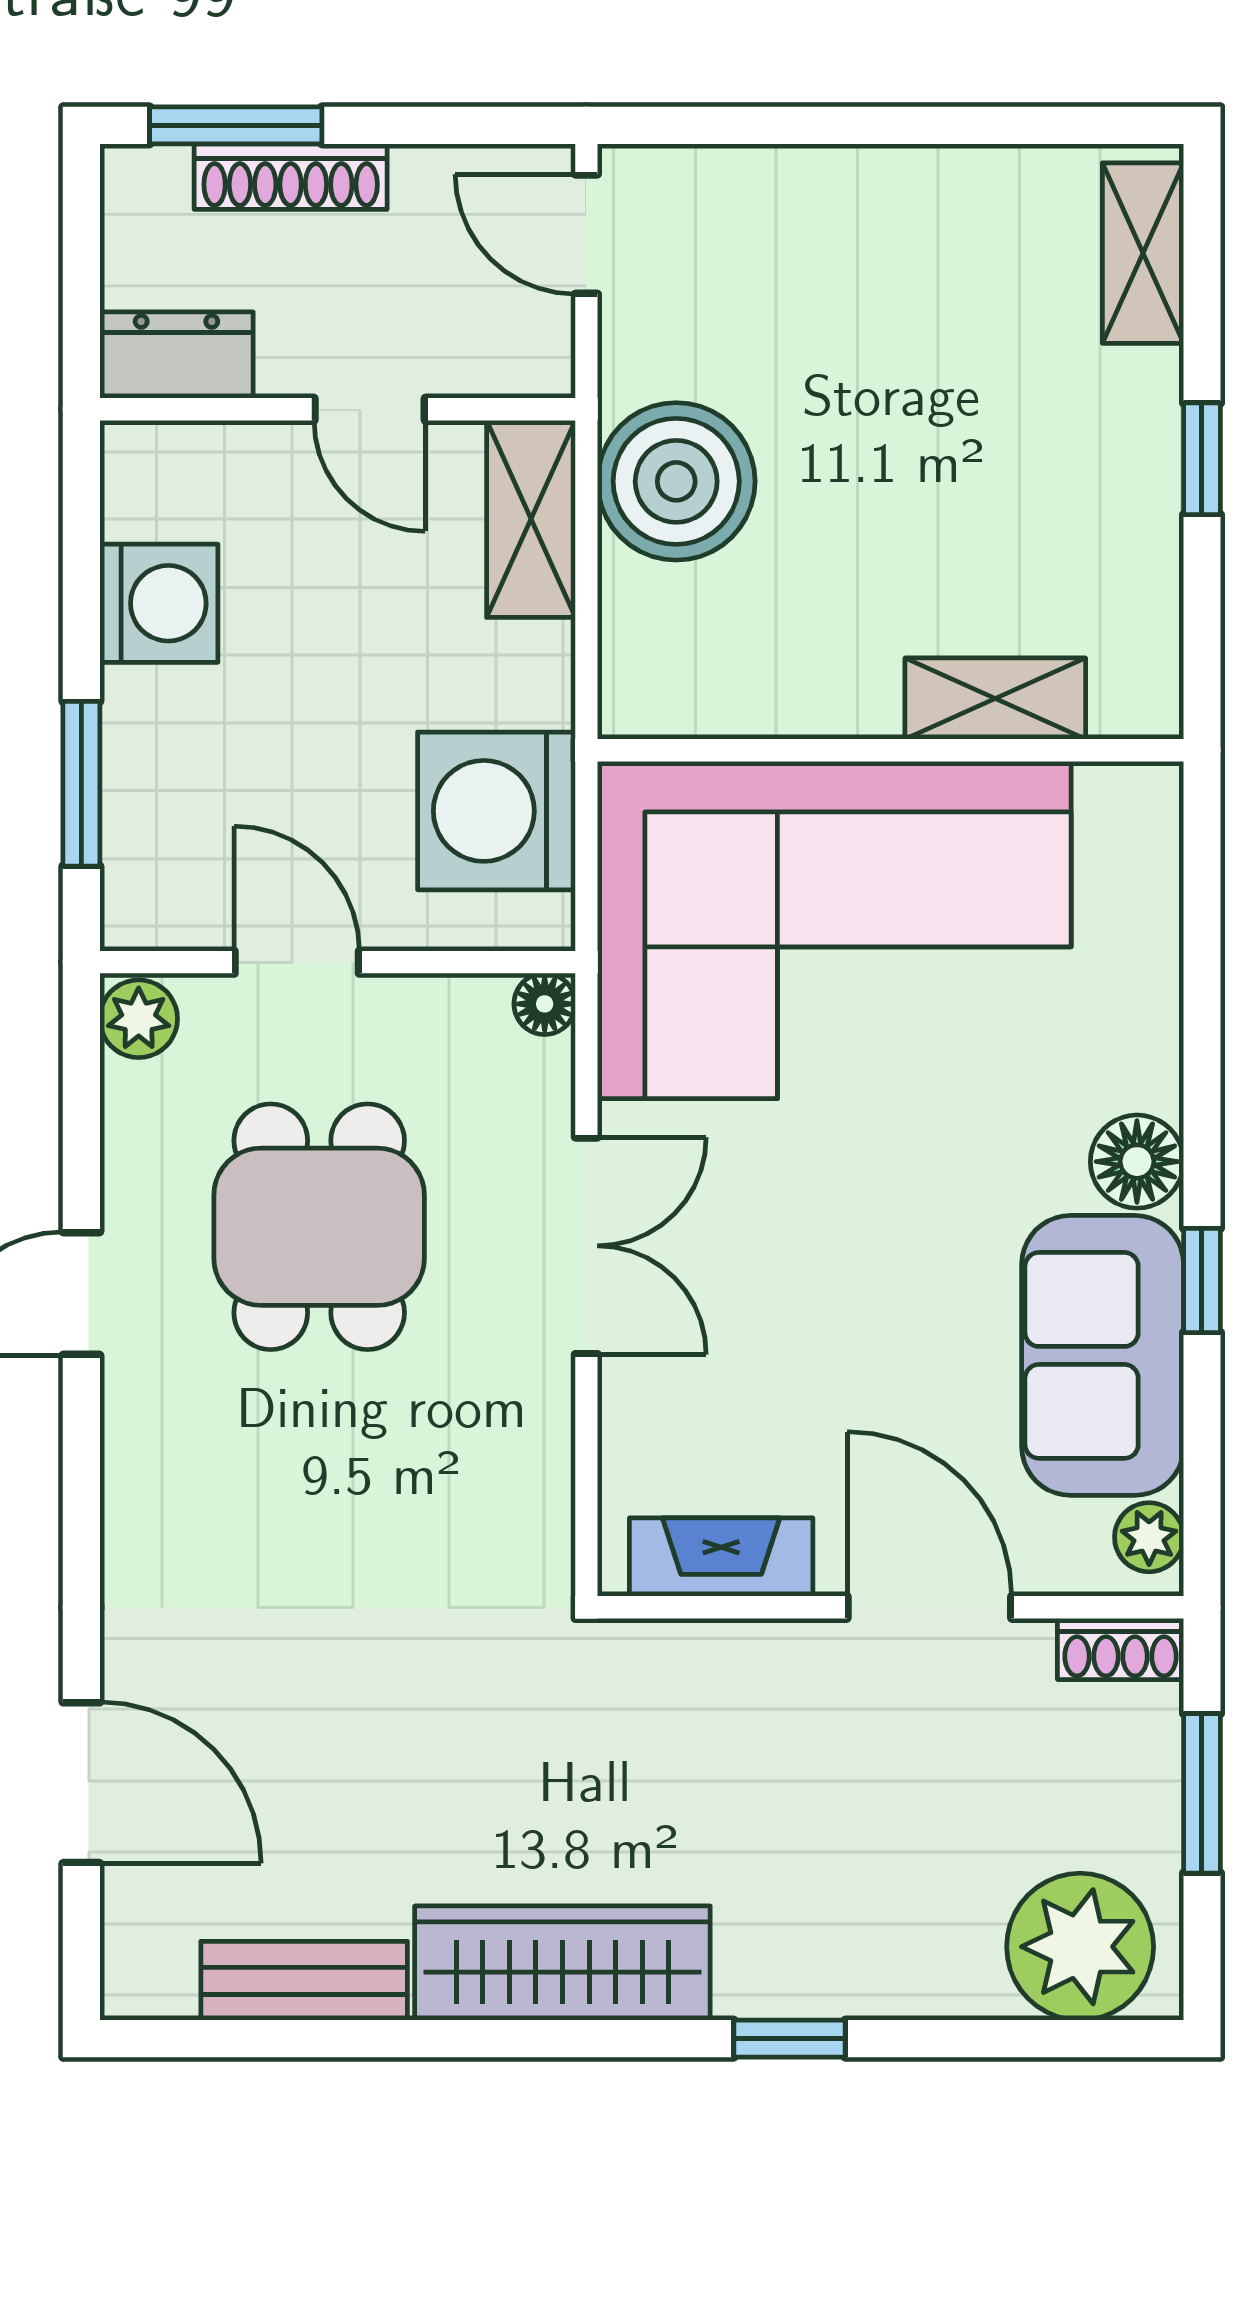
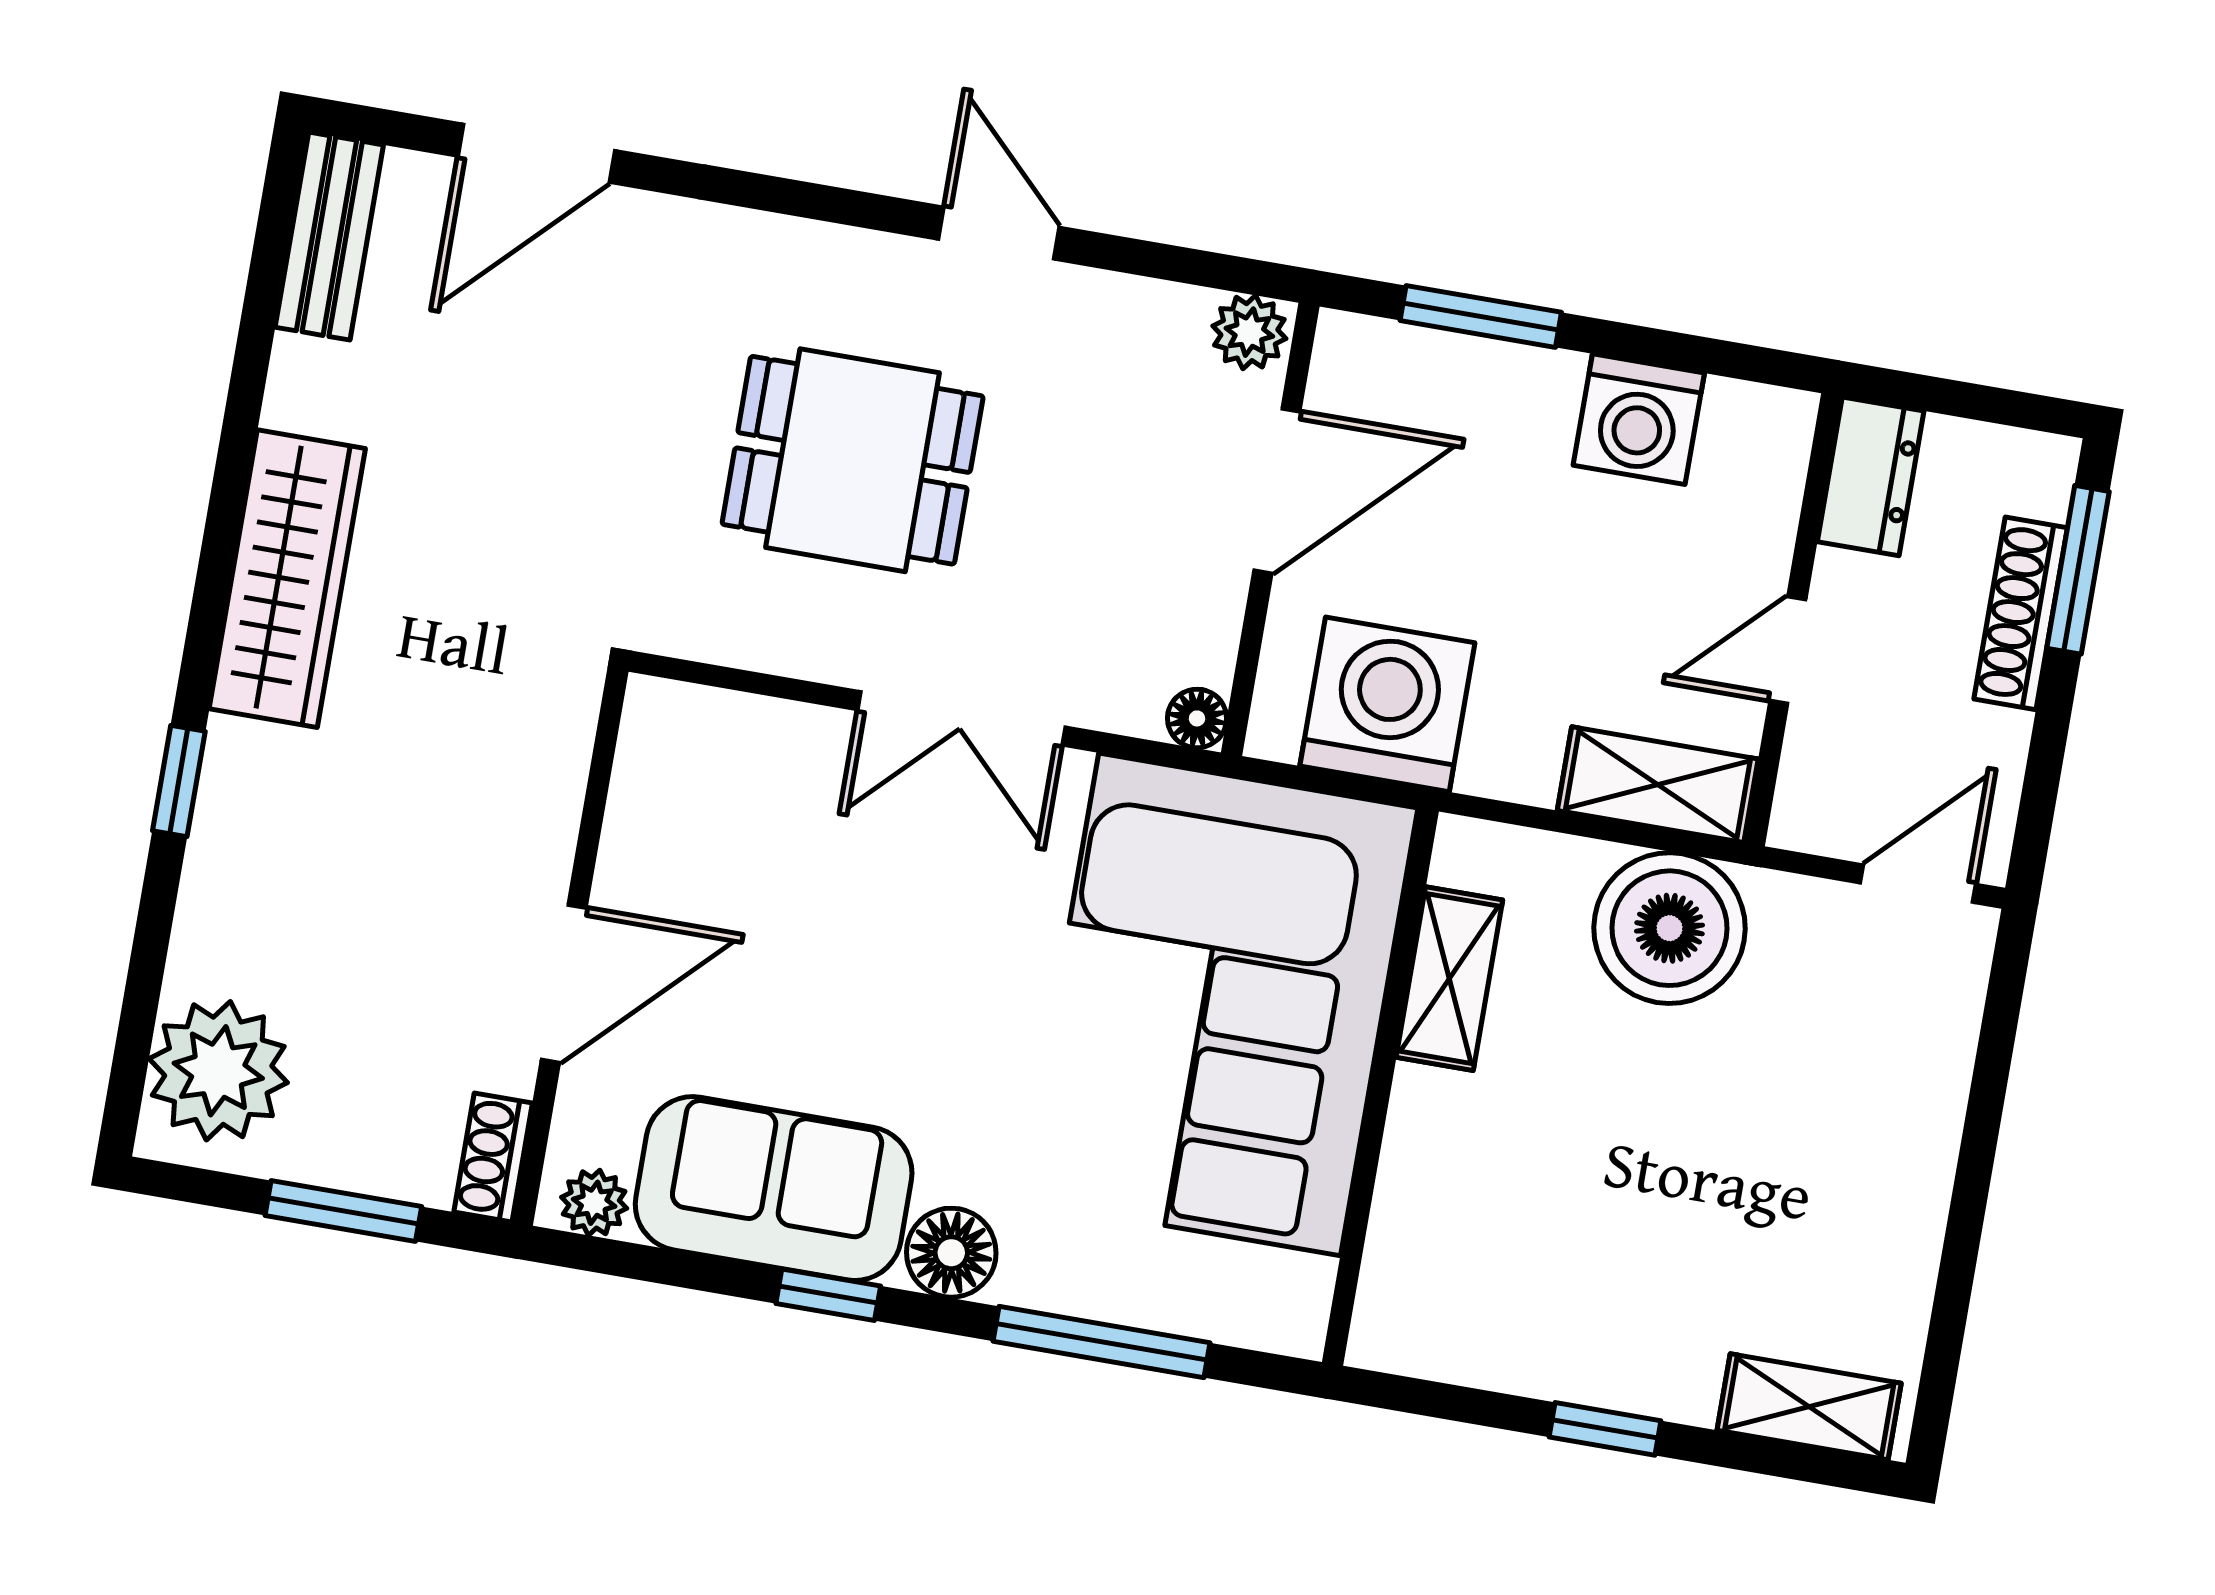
shelving: (995, 699) -> (1449, 979), moved
door: (297, 962) -> (1277, 491), width x1.38
window: (1202, 991) -> (1102, 1342), added
dining table: (319, 1227) -> (853, 460), moved
fireplace: (721, 1557) -> (645, 795), removed
bench: (304, 1981) -> (329, 236), moved

